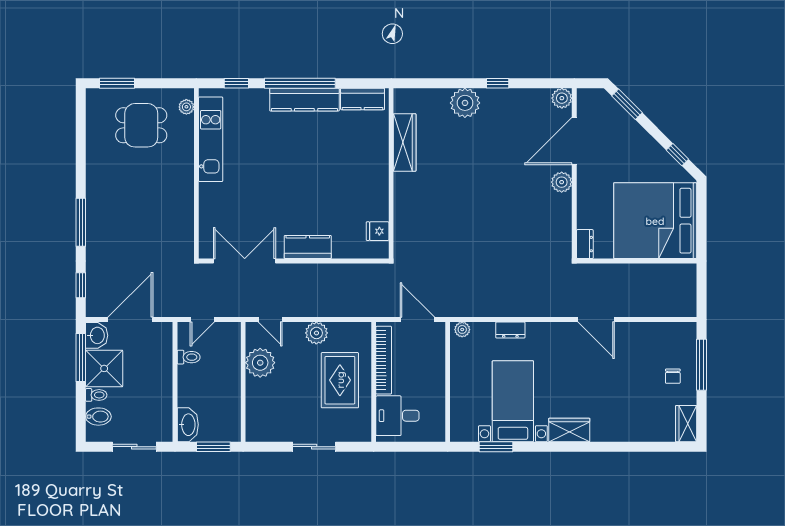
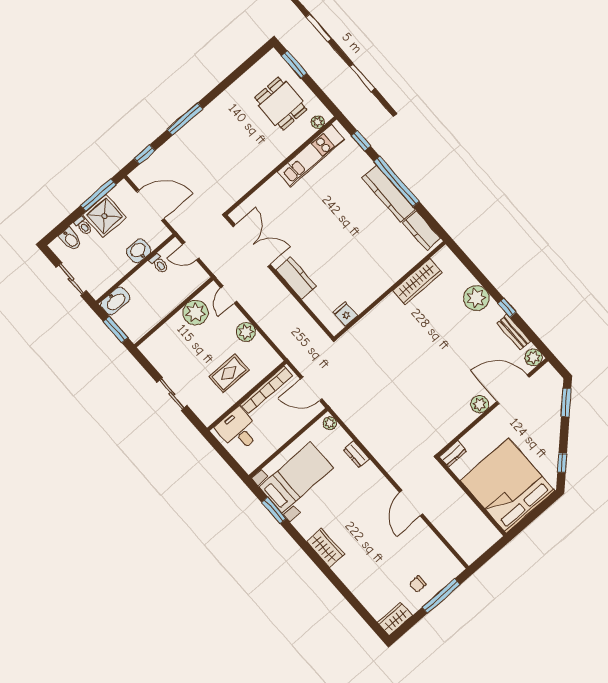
bench: (524, 96) -> (514, 332), added
door: (417, 319) -> (311, 389), swing flipped
washbasin: (97, 335) -> (139, 251), moved, turned 180
rug: (340, 380) -> (229, 373), width x0.73, depth x0.70
bed with nightstands: (513, 401) -> (296, 477), moved

